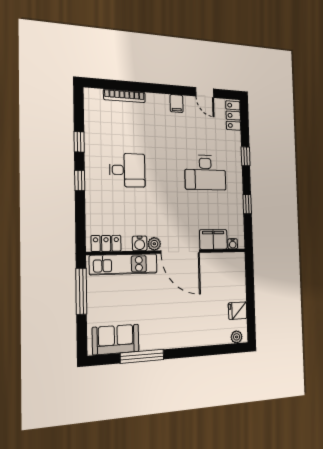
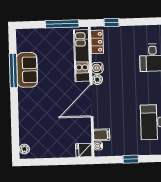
window: (80, 180) -> (111, 22), moved
filing cabinet: (213, 239) -> (102, 135), width x0.50
fridge: (238, 311) -> (84, 150), moved, turned -90
sofa: (116, 340) -> (27, 70), moved

